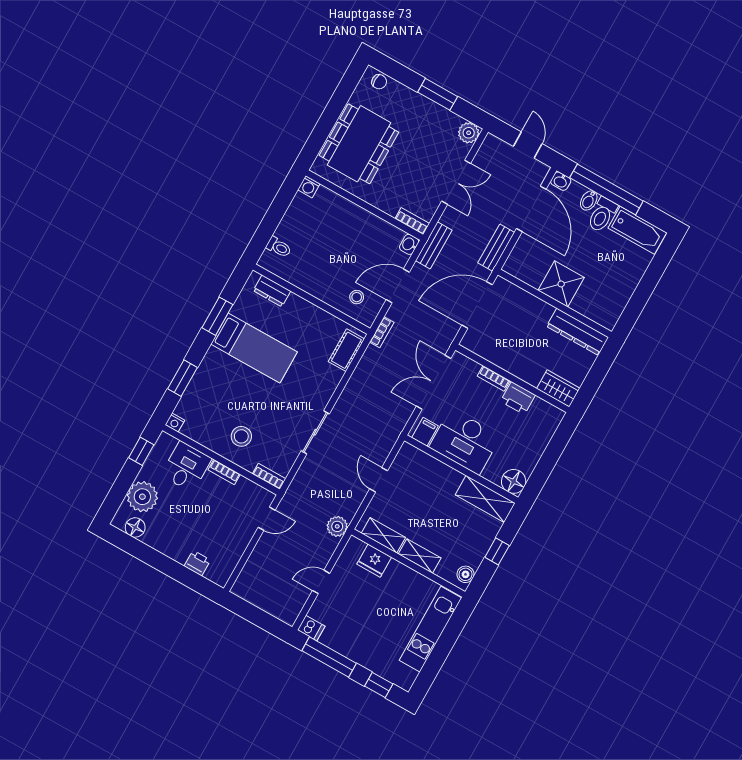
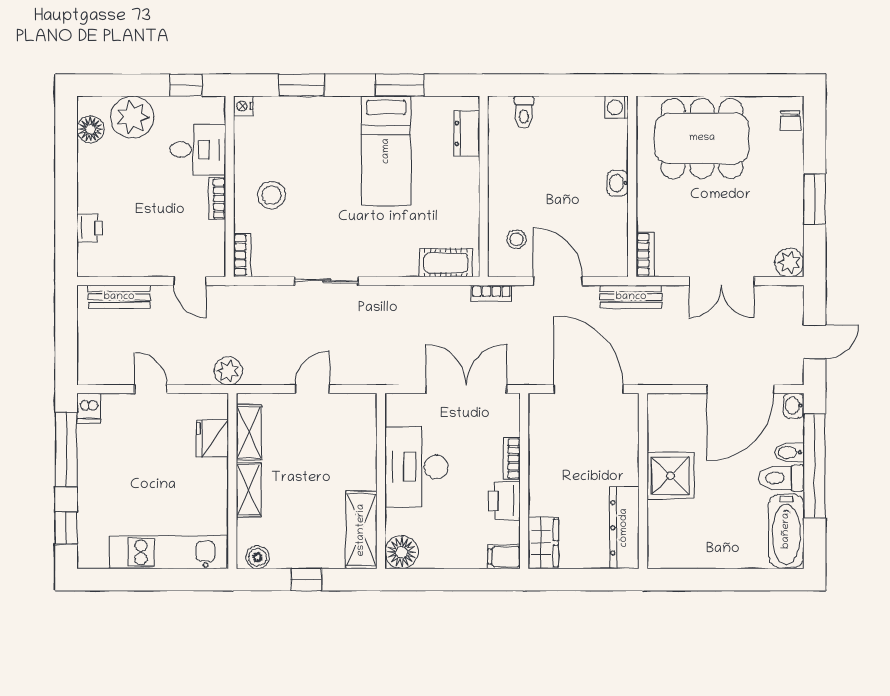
washbasin: (409, 244) -> (618, 183), moved, turned -90
bench: (496, 248) -> (119, 297), moved
filing cabinet: (425, 432) -> (504, 557), moved, turned 180

